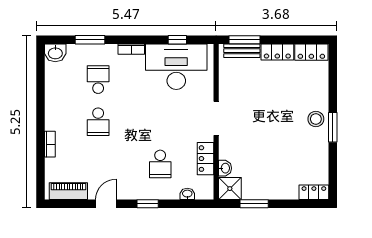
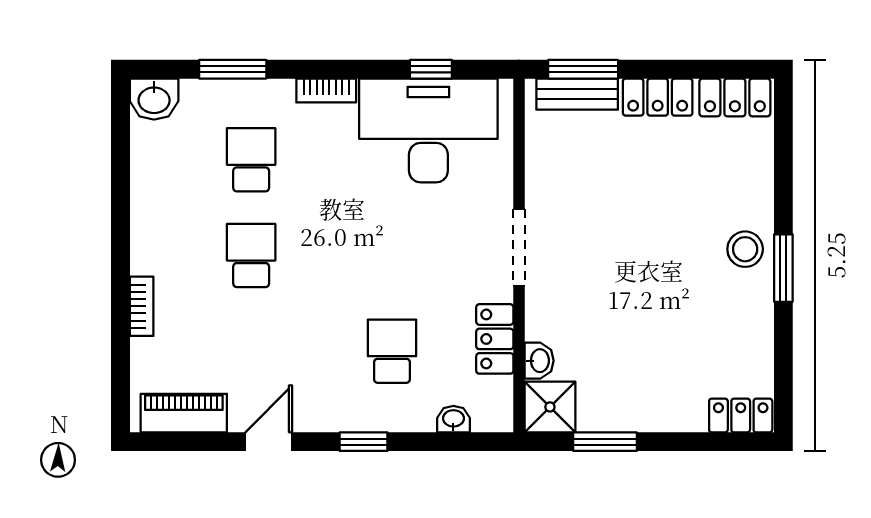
school desk: (98, 122) -> (251, 255), turned 180
school desk: (160, 164) -> (392, 351), turned 180

